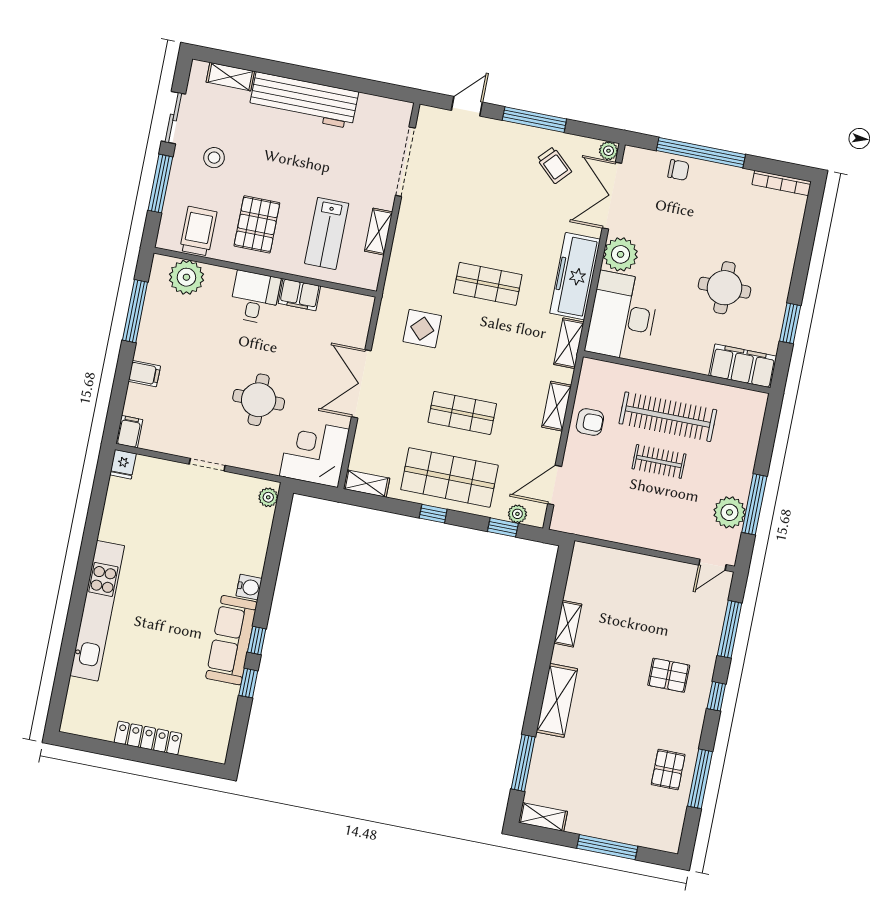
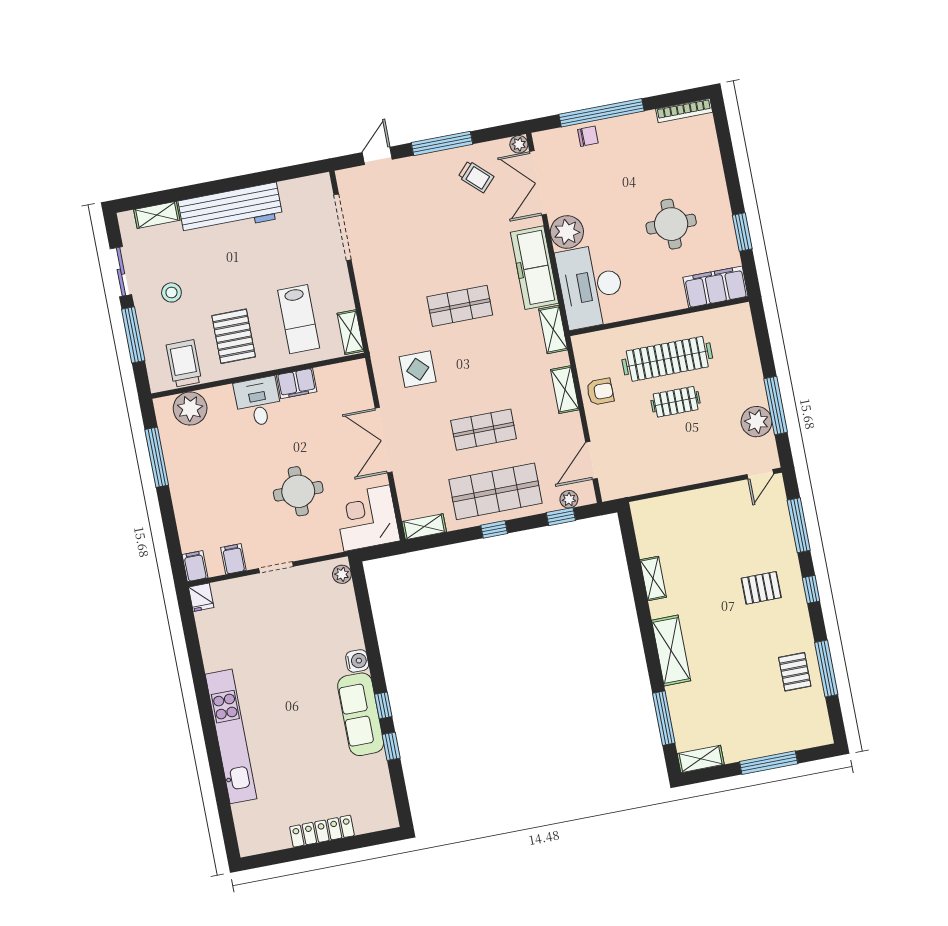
shelving: (379, 232) -> (350, 332), moved
filing cabinet: (144, 374) -> (233, 559), moved, turned -90

